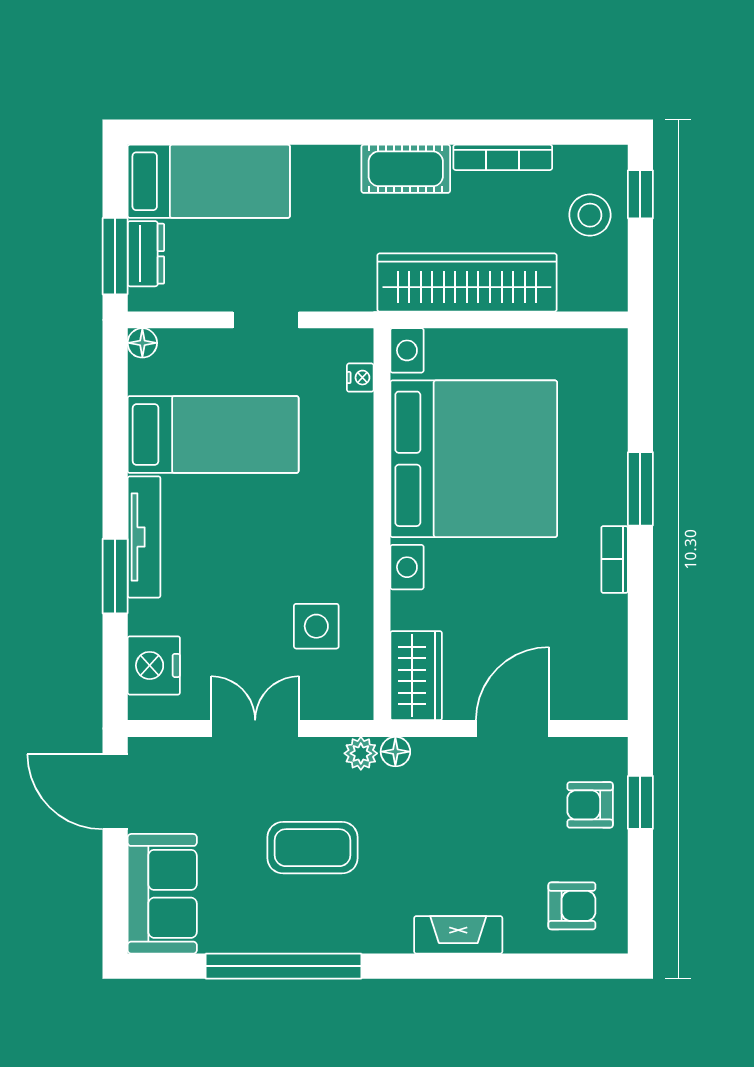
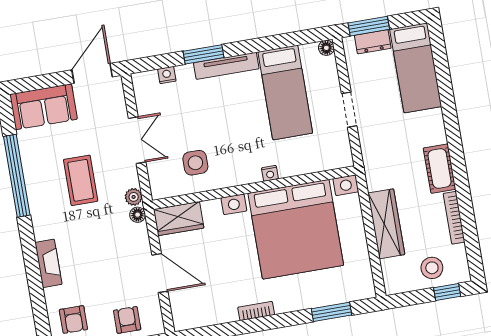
wardrobe: (467, 283) -> (386, 224), width x0.71, depth x0.85
nightstand: (360, 378) -> (270, 173), moved
window: (640, 489) -> (331, 312), moved
nightstand: (154, 665) -> (167, 75), width x0.53, depth x0.56

